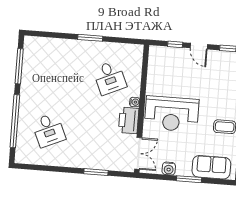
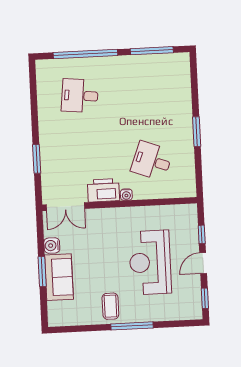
desk: (110, 78) -> (152, 161), turned 45
reception desk: (172, 114) -> (150, 262), moved
desk: (49, 130) -> (80, 96), turned 30
sofa: (211, 167) -> (59, 277), moved

